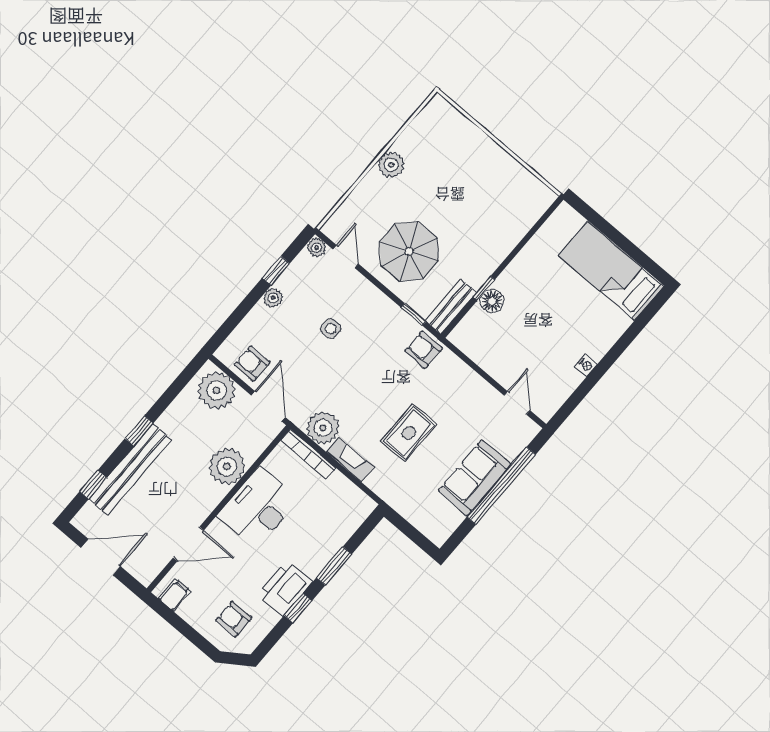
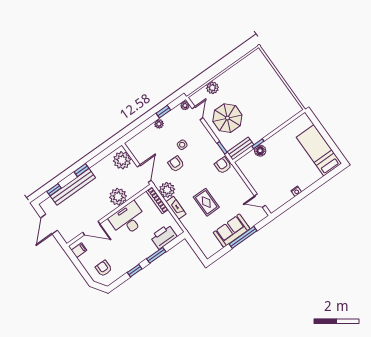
plant: (391, 165) -> (212, 88), moved
armchair: (252, 364) -> (176, 164), moved
door: (517, 403) -> (260, 201), swing flipped
rug: (409, 433) -> (206, 202), turned 90
window: (501, 486) -> (243, 237), width x0.68
door: (101, 557) -> (49, 224), swing flipped
printer: (285, 588) -> (164, 237), moved

